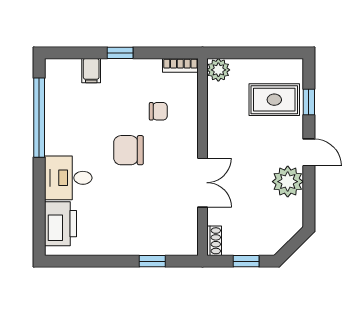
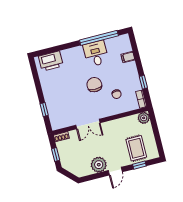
window: (120, 53) -> (143, 82), moved
desk: (68, 178) -> (96, 54), moved

